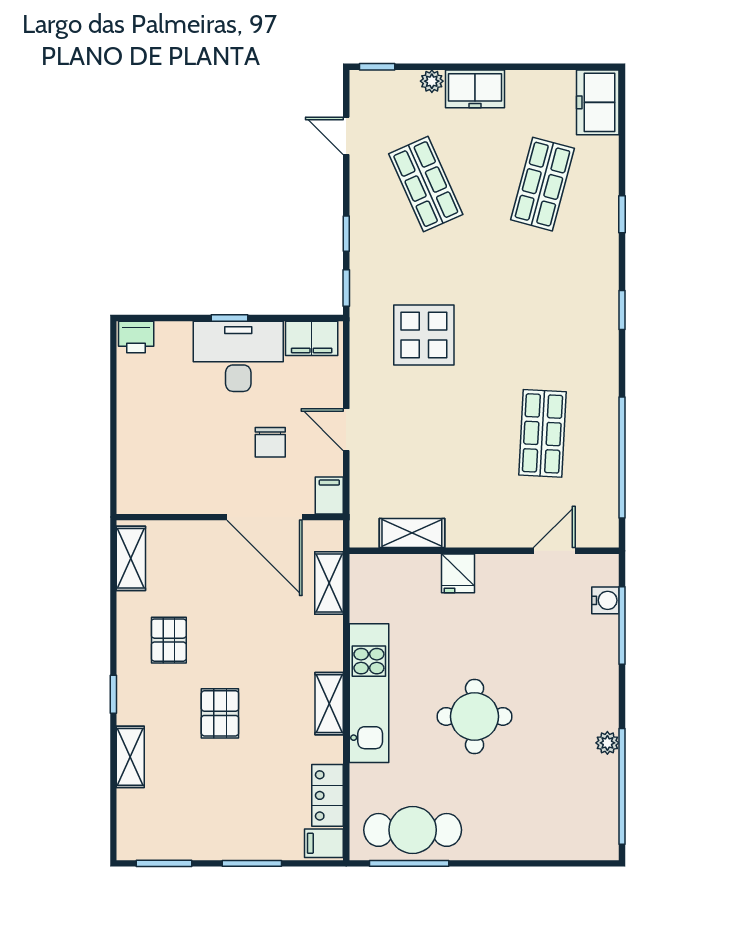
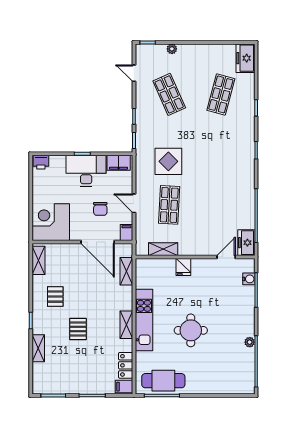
freezer: (475, 89) -> (246, 243), moved, turned 90
shop shelf: (542, 433) -> (169, 205), moved
corner desk: (158, 472) -> (51, 222), added

